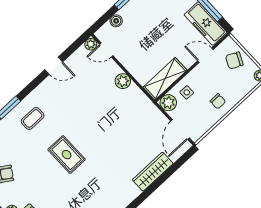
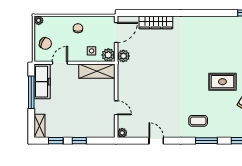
boiler: (116, 21) -> (94, 133), removed
door: (106, 50) -> (116, 108), moved
door: (205, 55) -> (60, 63), swing flipped
plant: (123, 81) -> (123, 56), moved
rug: (67, 155) -> (222, 82), moved, turned 90

